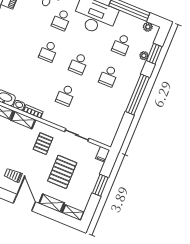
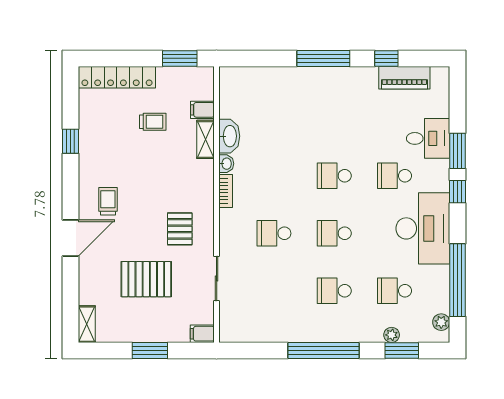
shelving: (23, 120) -> (205, 181), removed
pallet: (43, 144) -> (180, 229), turned 90
shelving: (52, 203) -> (88, 283), removed

